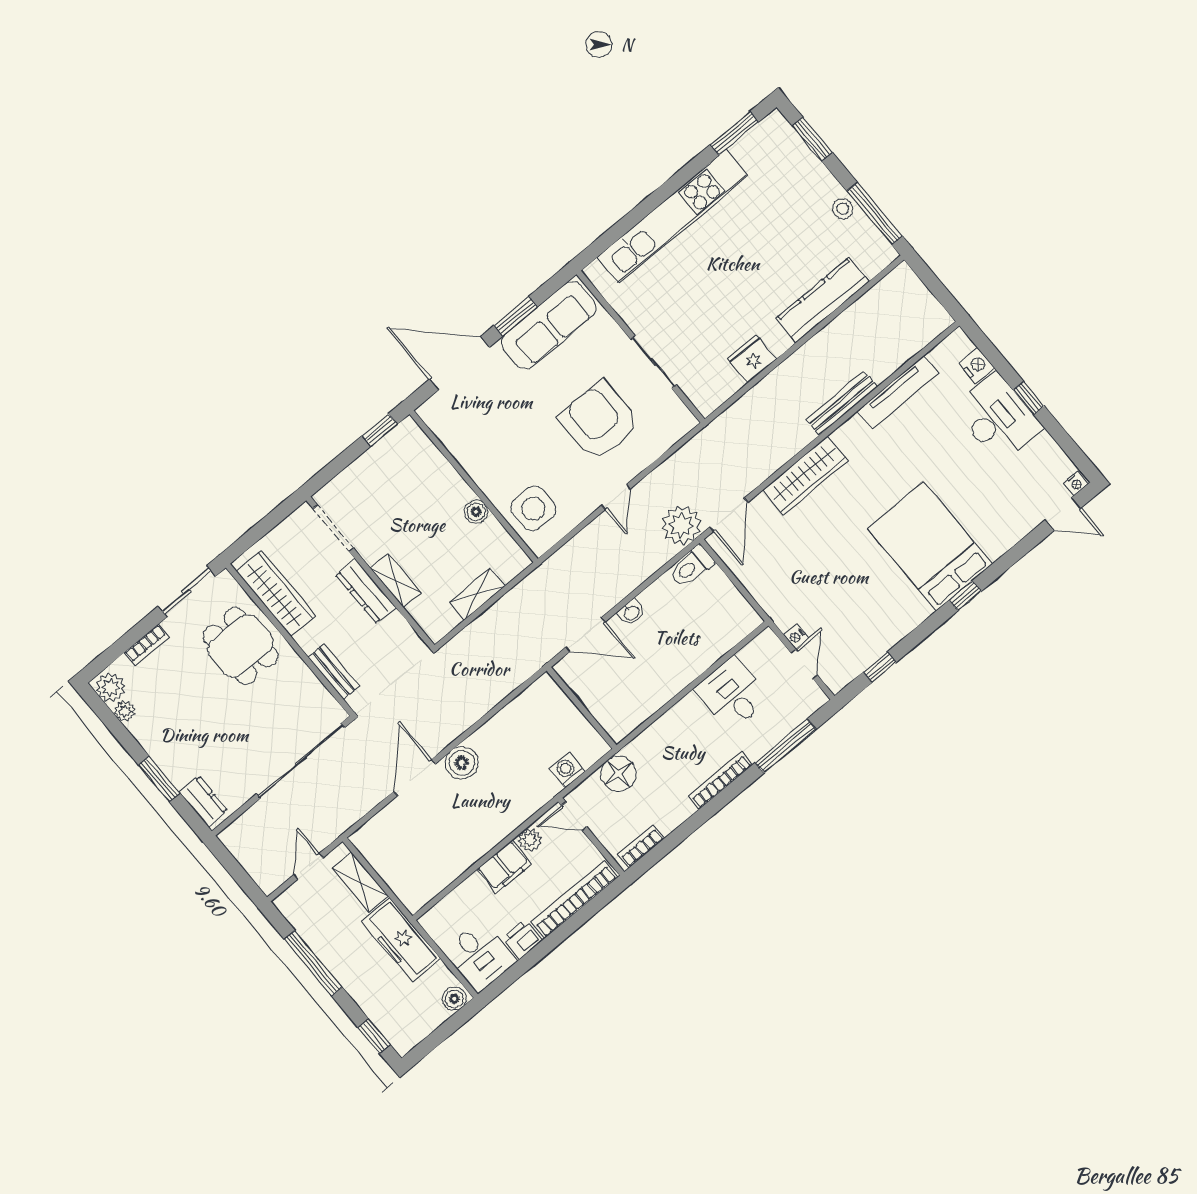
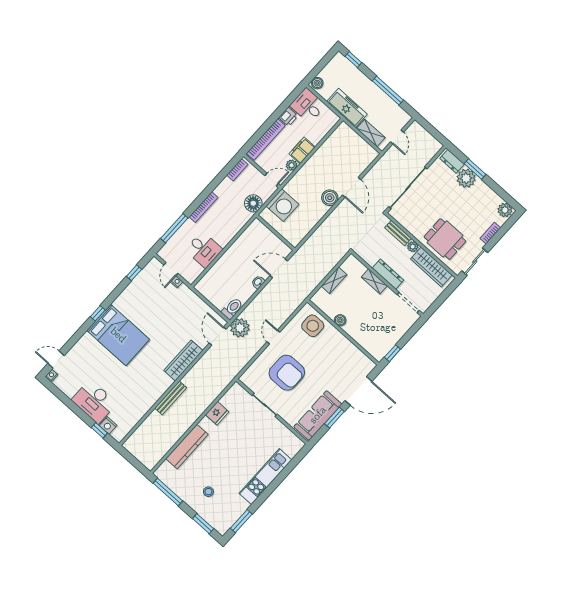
stool: (843, 209) -> (208, 492), moved
kitchen unit: (672, 217) -> (265, 477), width x0.73
tv unit: (898, 392) -> (144, 407), removed
window: (1029, 398) -> (99, 430), moved
plant: (308, 640) -> (413, 247), added
plant: (125, 711) -> (466, 178), moved, width x1.88, depth x1.88
washing machine: (567, 770) -> (282, 205), width x1.89, depth x1.89

